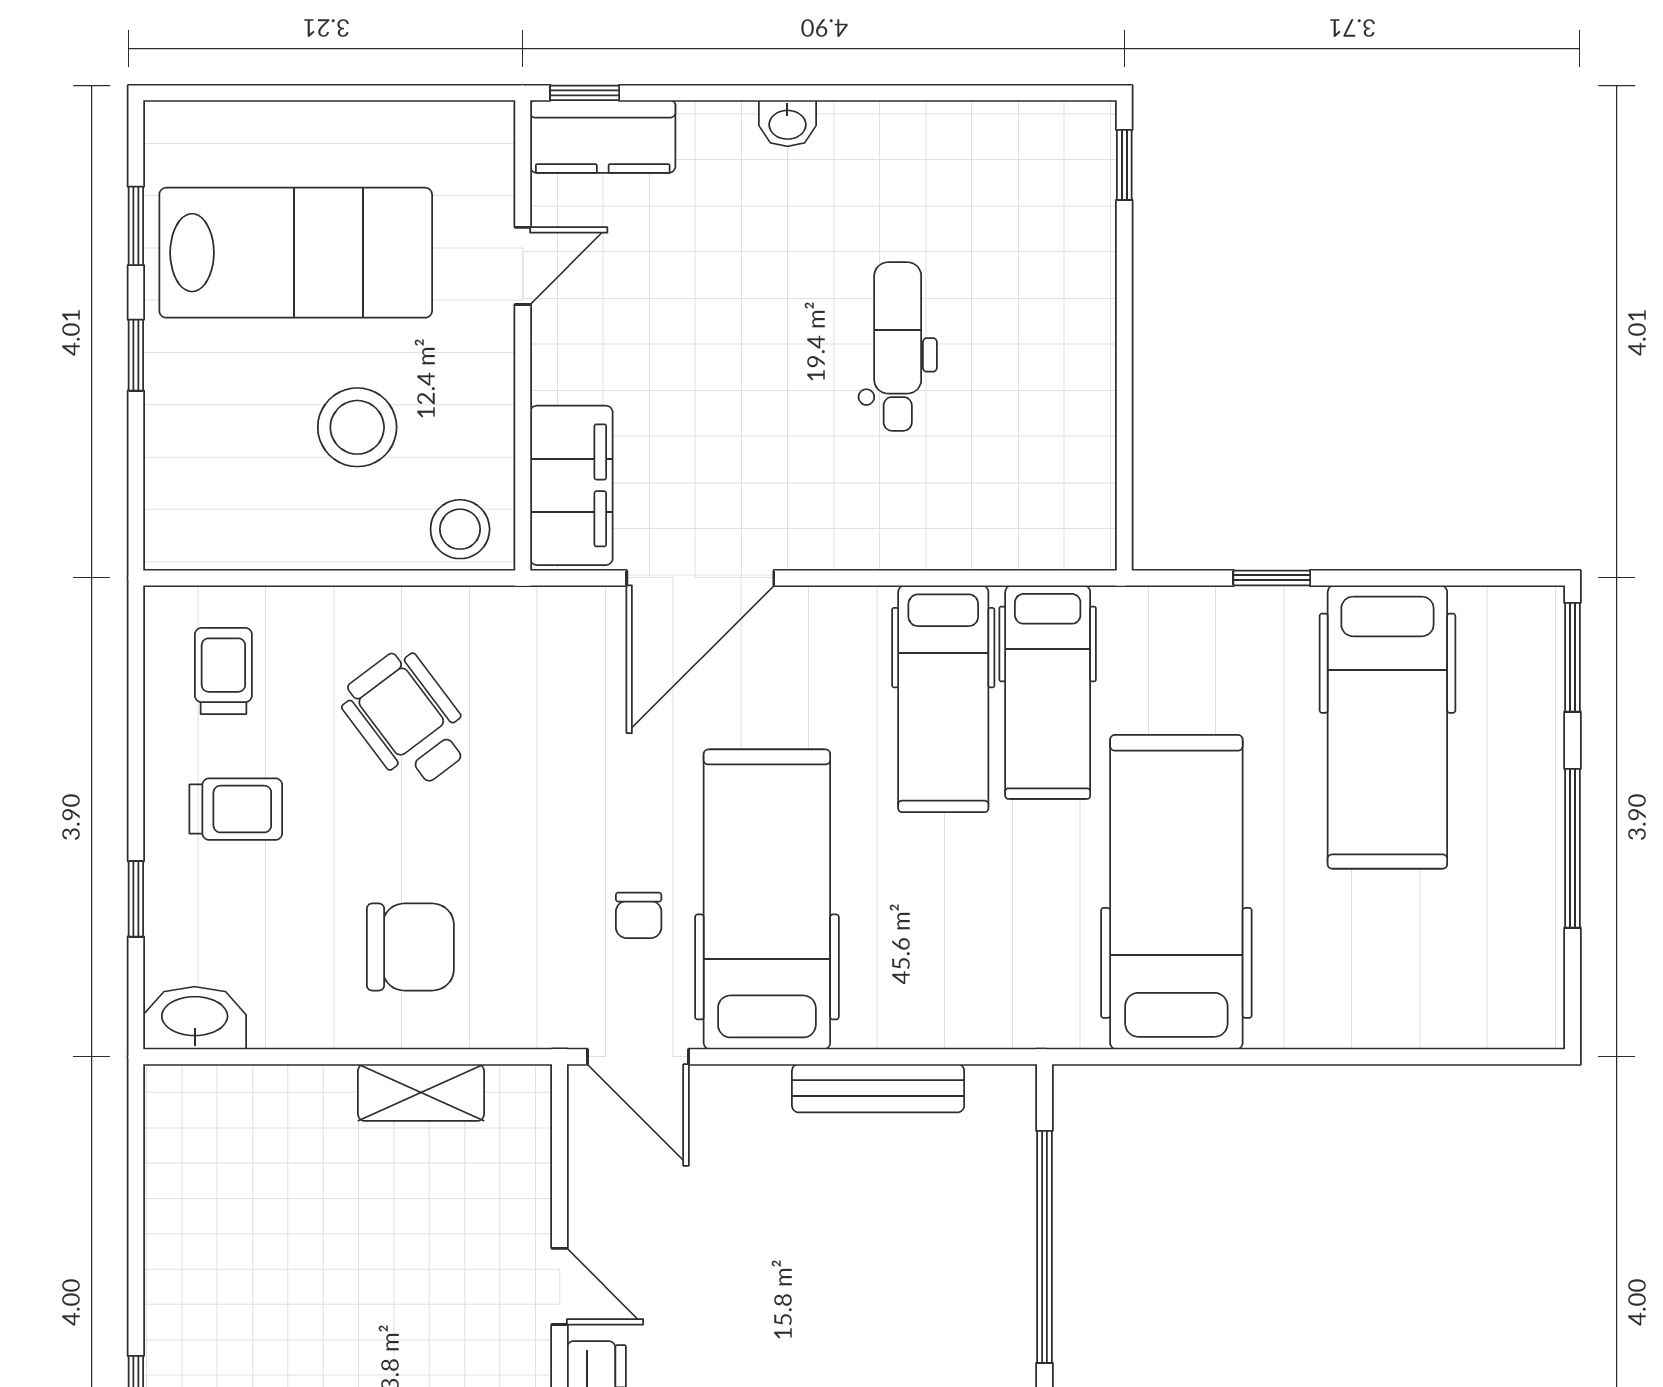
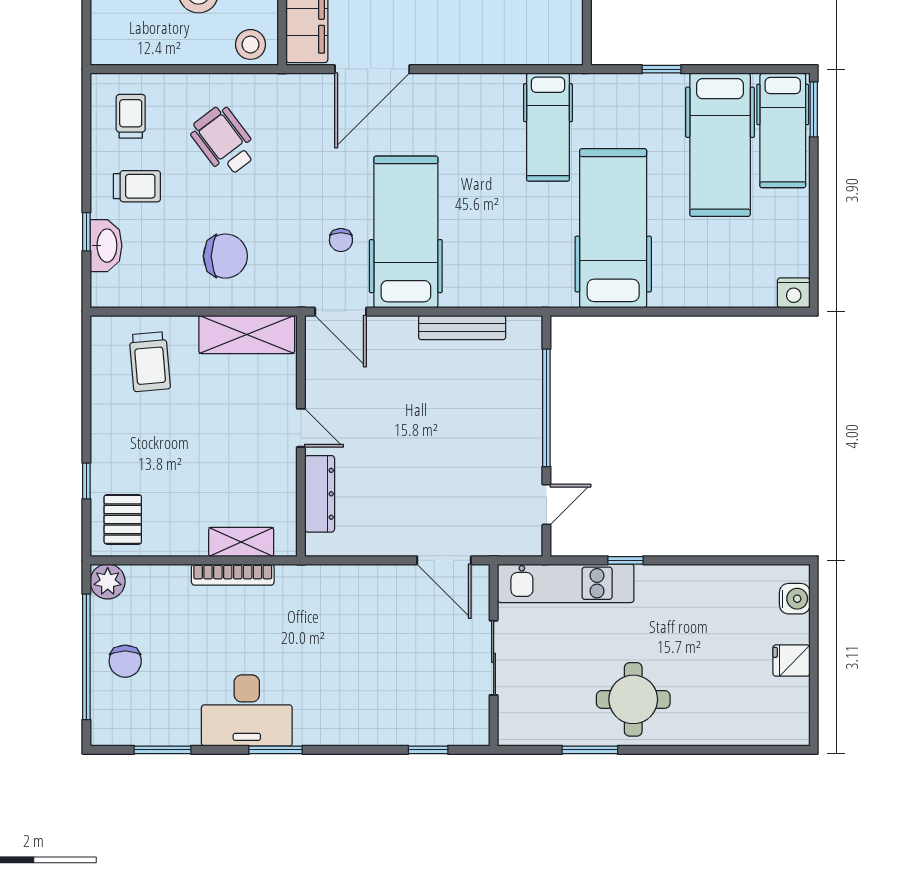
hospital bed: (943, 699) -> (783, 130), moved
window: (1573, 848) -> (814, 206), removed
washbasin: (195, 1018) -> (106, 246), moved, turned 90
nightstand: (1533, 1020) -> (794, 293), added
shelving: (421, 1093) -> (247, 334), width x1.50, depth x1.33
trolley: (261, 1156) -> (150, 362), added

